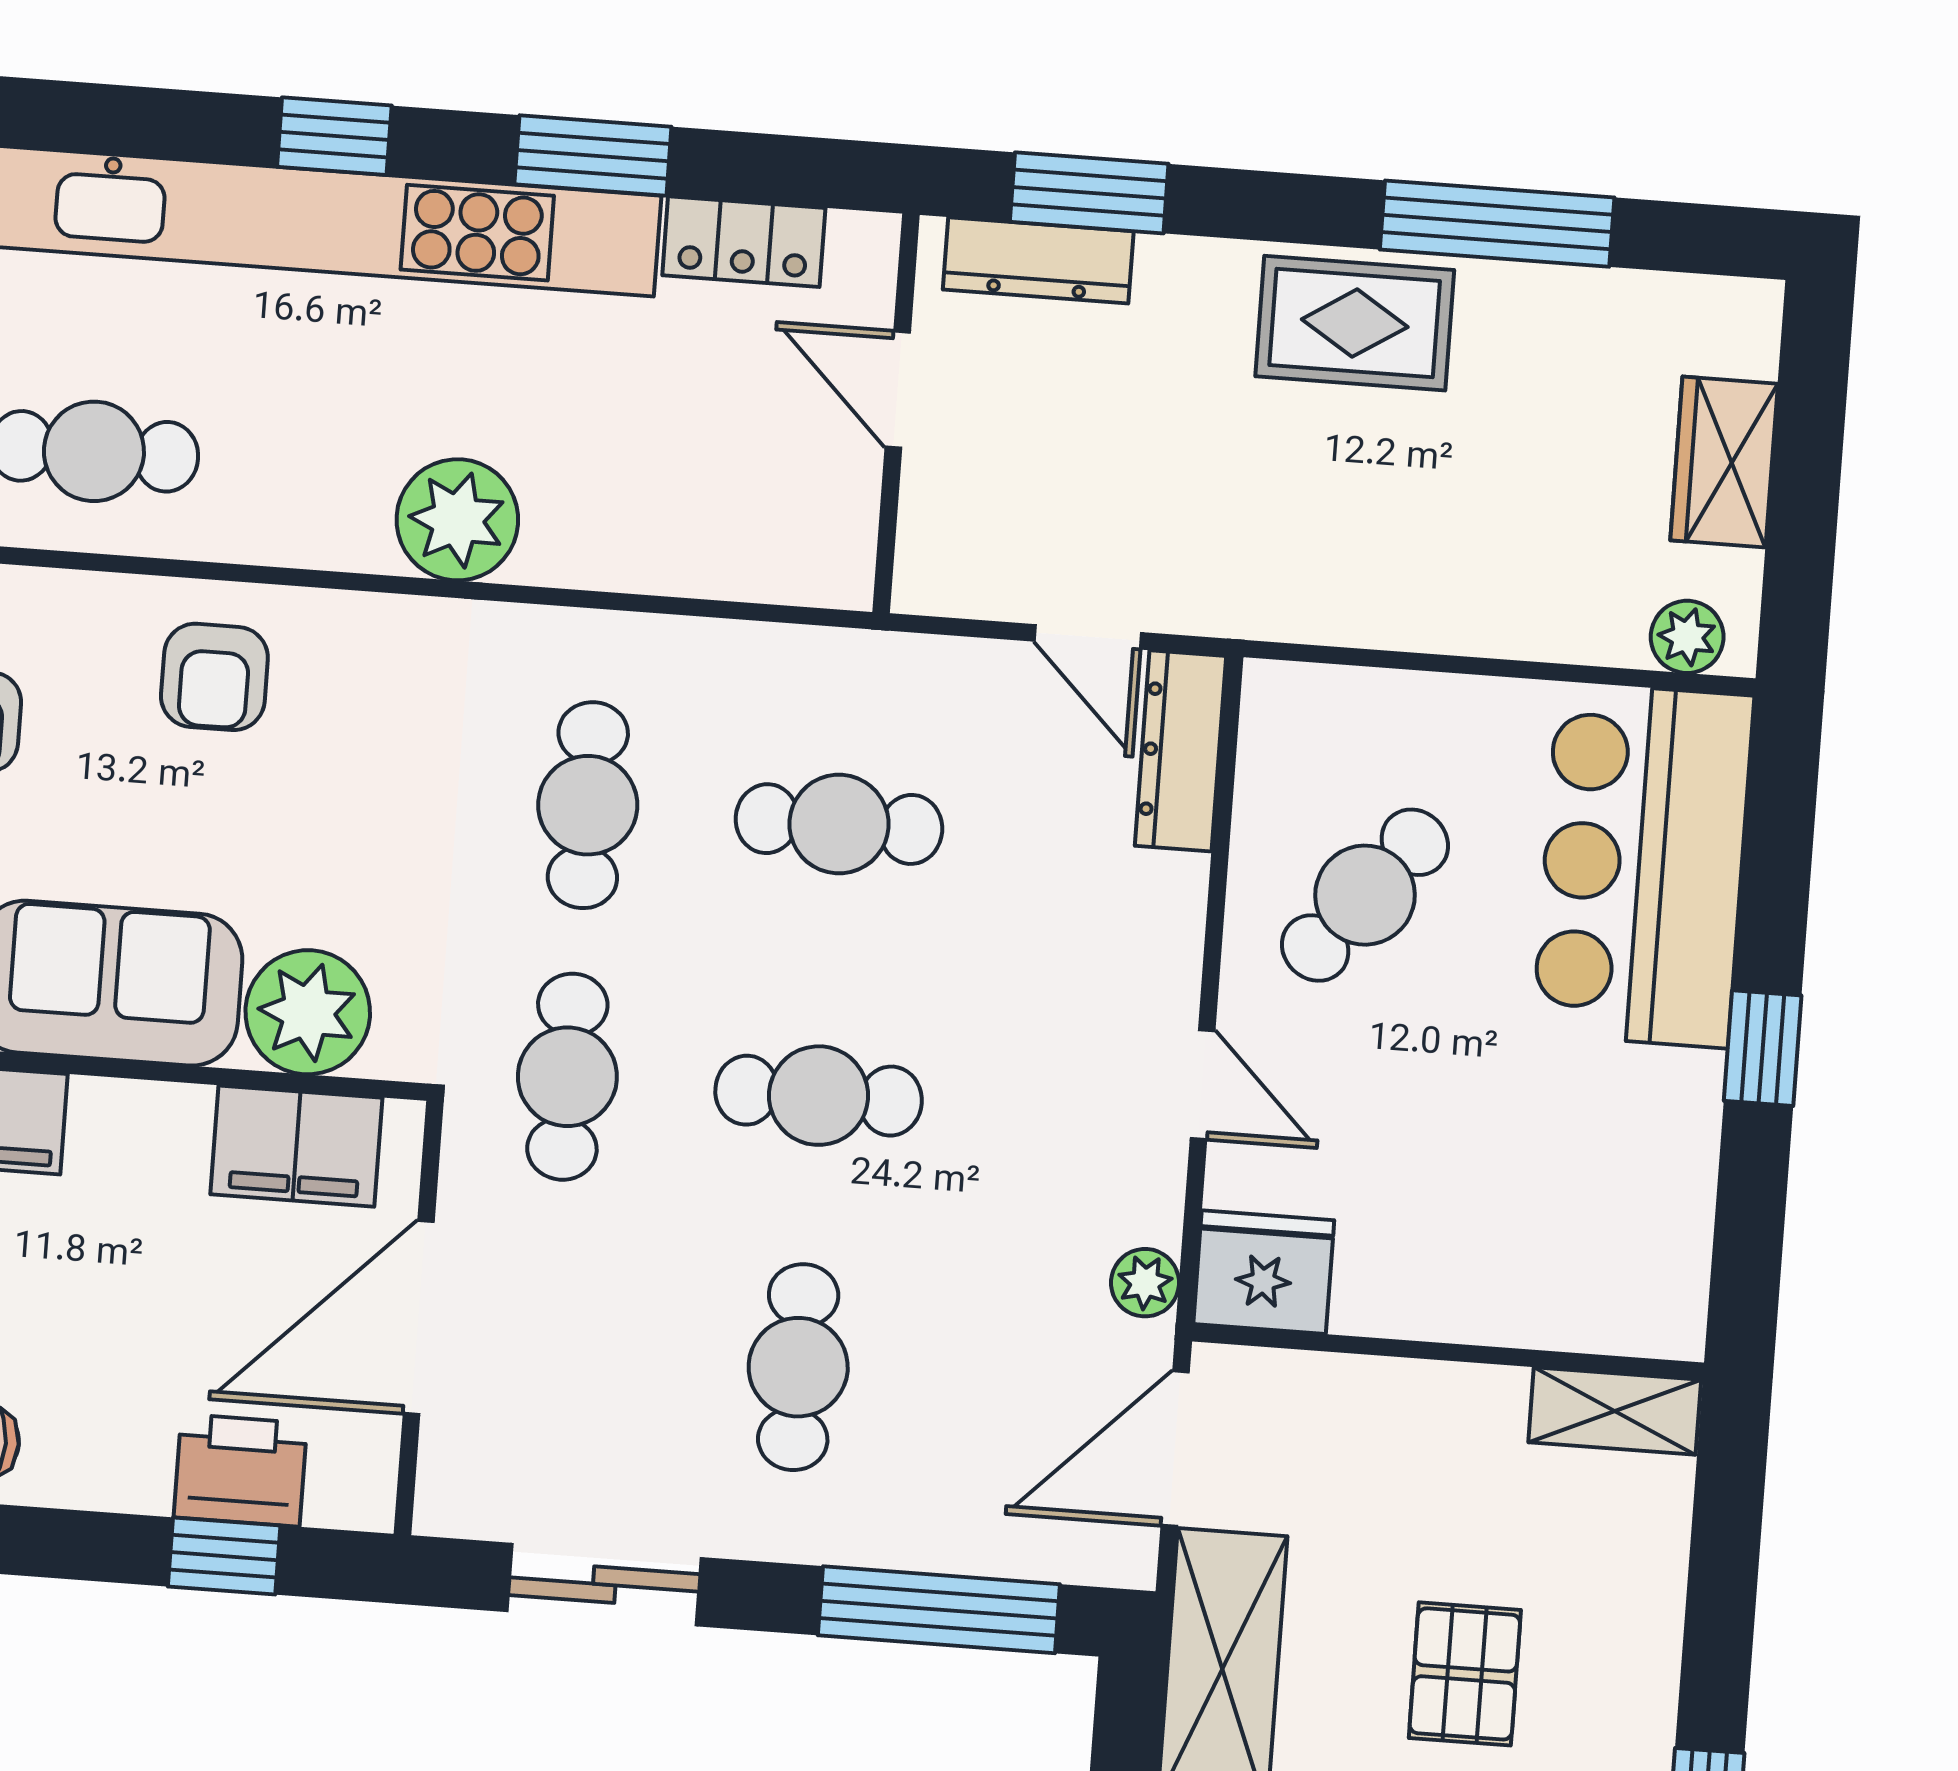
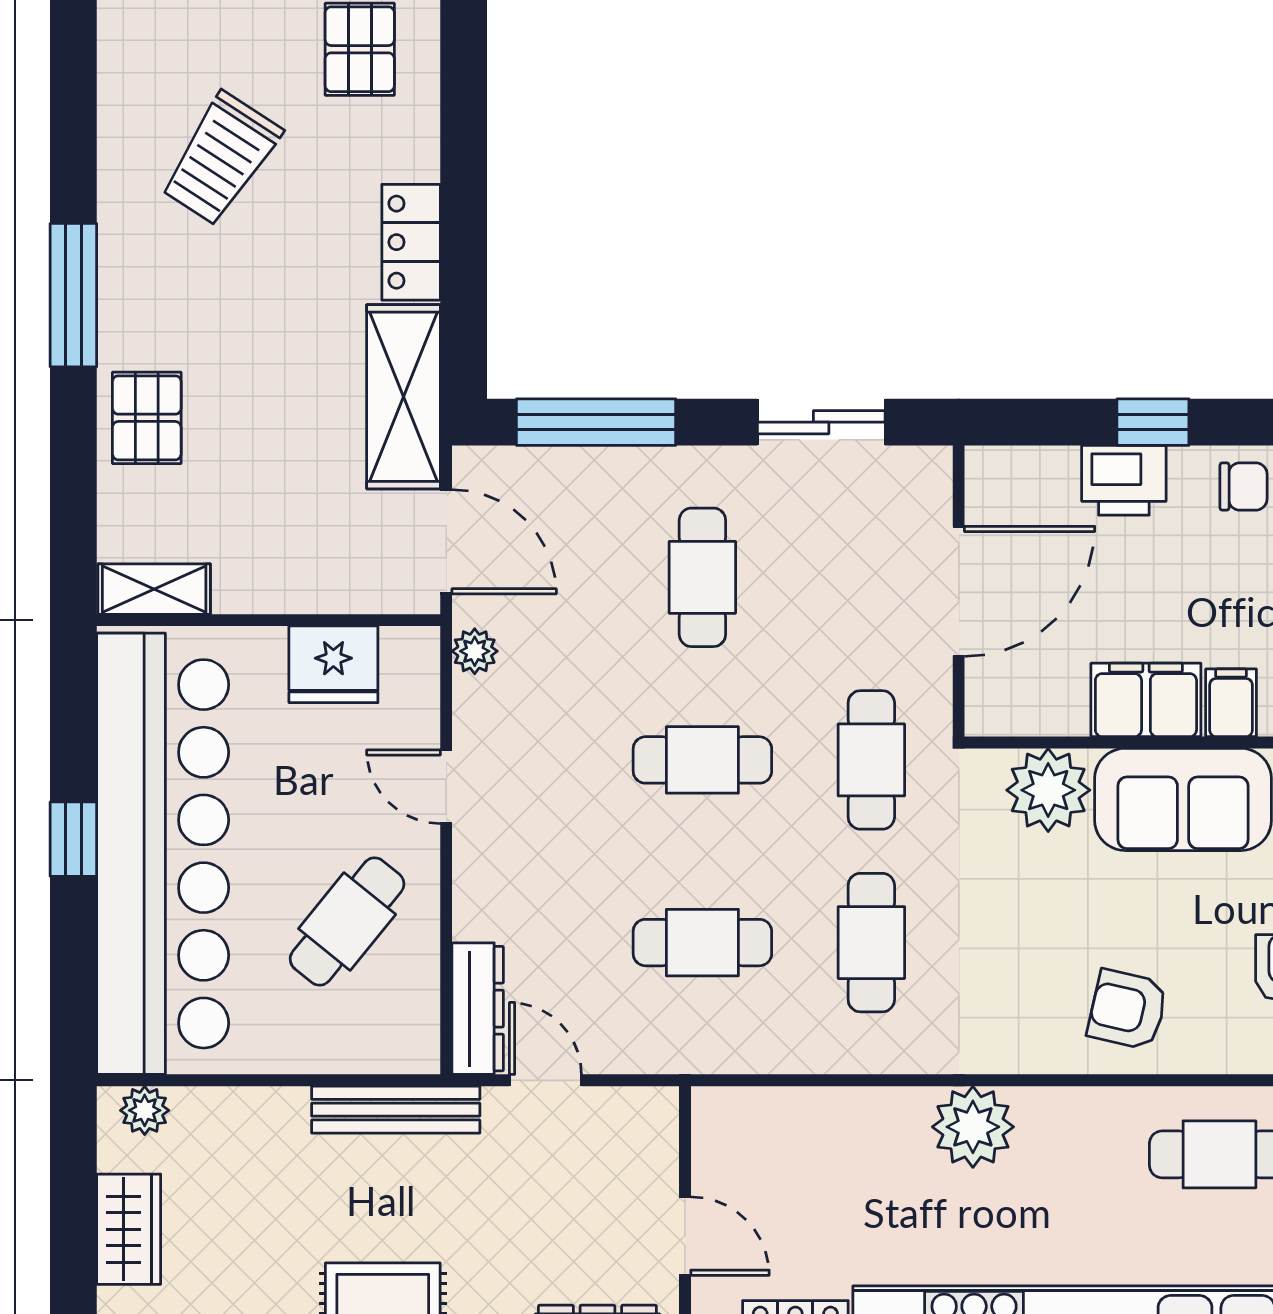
bench: (1314, 610) -> (396, 1110), added
armchair: (214, 677) -> (1128, 1010), turned -77
bar counter: (1643, 865) -> (163, 854), width x1.86
filing cabinet: (296, 1146) -> (1146, 700), moved
fridge: (1264, 1272) -> (333, 664), moved
door: (1175, 1449) -> (446, 542), hinge flipped
printer: (240, 1470) -> (1124, 480), moved
window: (224, 1556) -> (1153, 422), moved
pallet: (1465, 1674) -> (147, 418), moved

